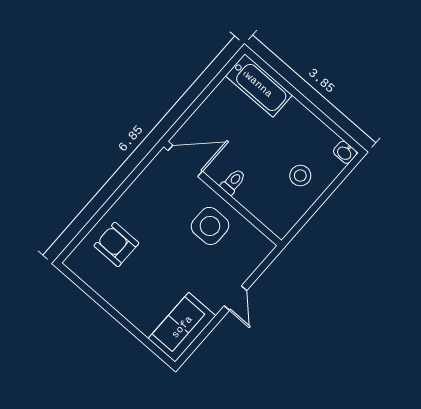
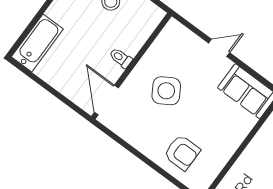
side table: (210, 226) -> (166, 91), moved, turned -31
armchair: (116, 244) -> (182, 153), turned -90

